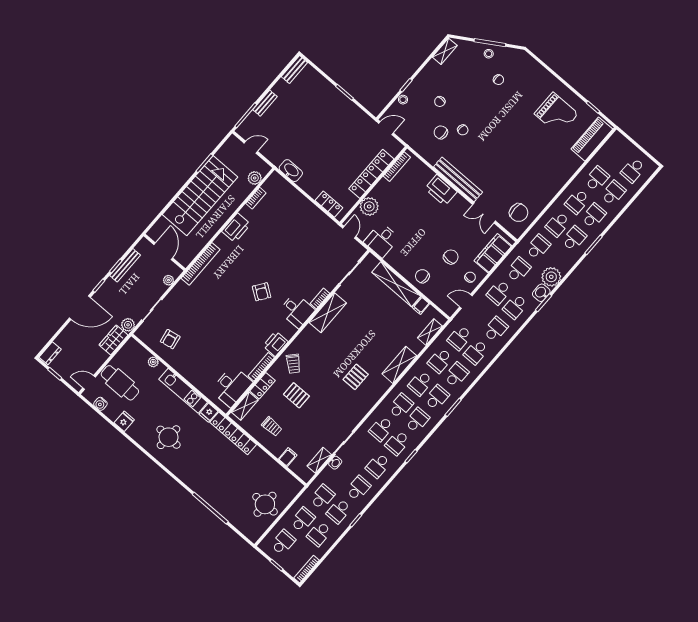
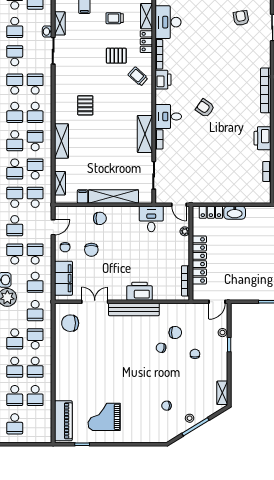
school desk: (633, 170) -> (15, 424), turned 180
washbasin: (291, 171) -> (235, 213), moved
school desk: (577, 201) -> (35, 367), turned 180
plant: (369, 206) -> (185, 231), width x0.53, depth x0.53

